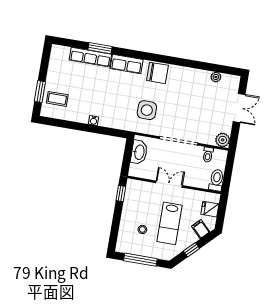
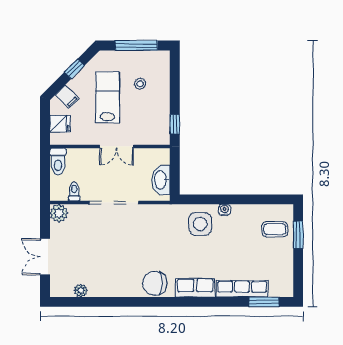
window: (100, 48) -> (264, 302), moved
side table: (147, 110) -> (200, 224), moved

